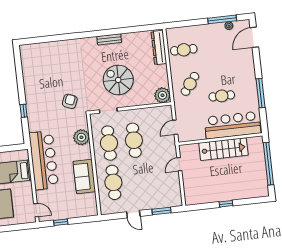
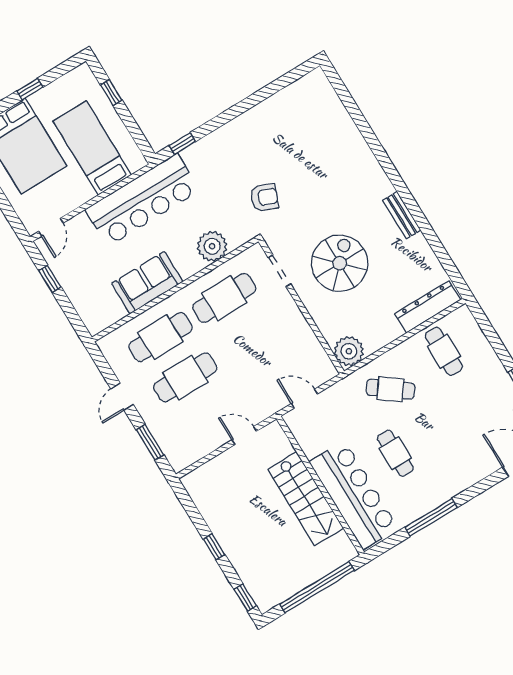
window: (24, 111) -> (182, 143), moved
cafe table: (134, 140) -> (185, 377), moved
window: (257, 200) -> (245, 598), added

